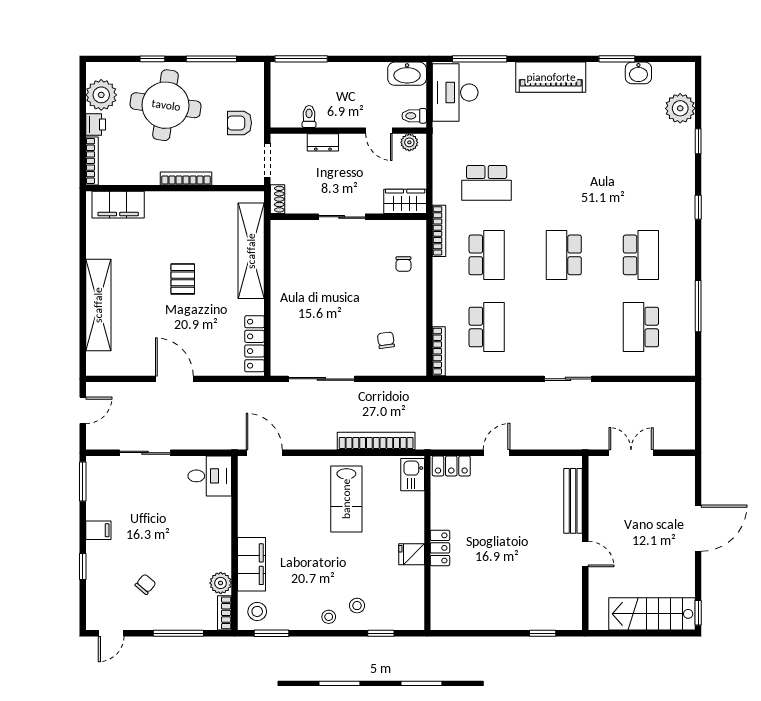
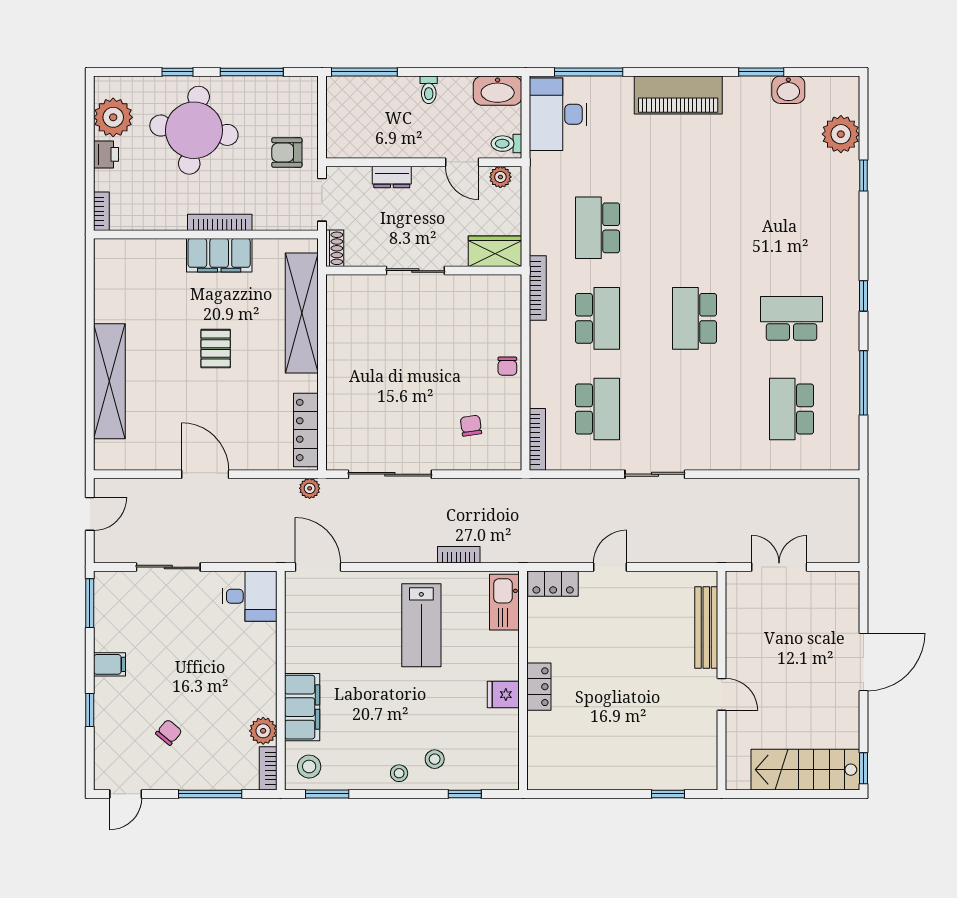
toilet: (309, 116) -> (429, 90), moved, turned 180
bookcase: (92, 161) -> (101, 211), width x0.64
school desk: (487, 183) -> (598, 228), turned 90
filing cabinet: (118, 205) -> (219, 255), moved
window: (698, 207) -> (863, 296), moved
school desk: (641, 255) -> (791, 318), turned -90
chair: (403, 264) -> (507, 366), moved
sliding door: (568, 379) -> (655, 474), moved
plant: (258, 390) -> (310, 488), added
bookcase: (376, 441) -> (459, 555), width x0.43, depth x0.76
kitchen sink: (413, 475) -> (504, 602), width x1.38

